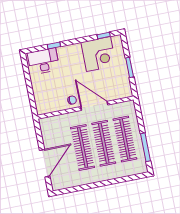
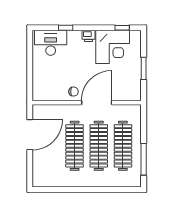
printer: (75, 49) -> (88, 36), added
door: (94, 106) -> (97, 103), hinge flipped
door: (45, 163) -> (30, 135), moved

